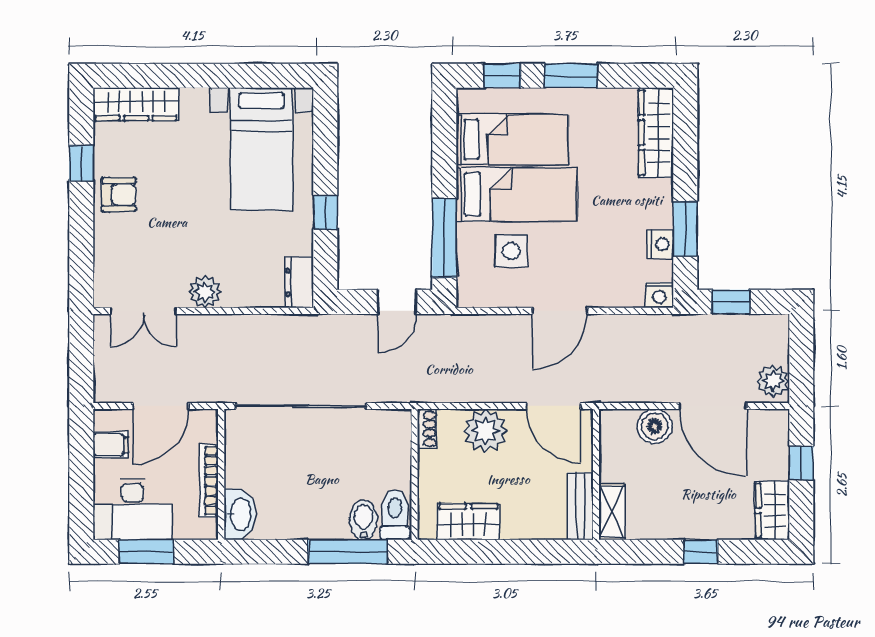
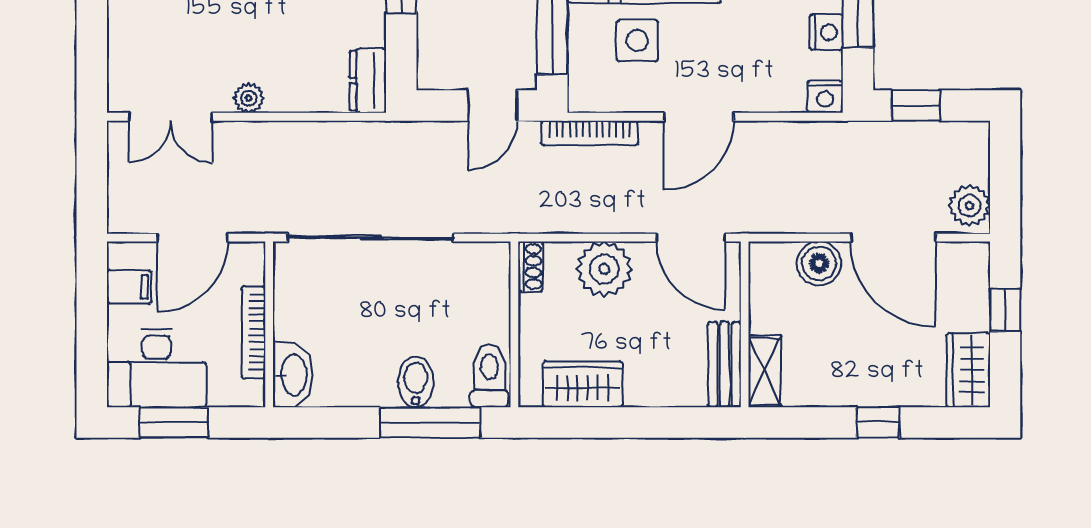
plant: (205, 292) -> (249, 98), width x0.73, depth x0.73
bookcase: (474, 324) -> (590, 133), added
bidet: (363, 520) -> (416, 382), moved

